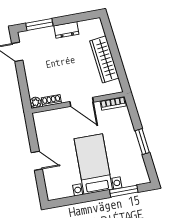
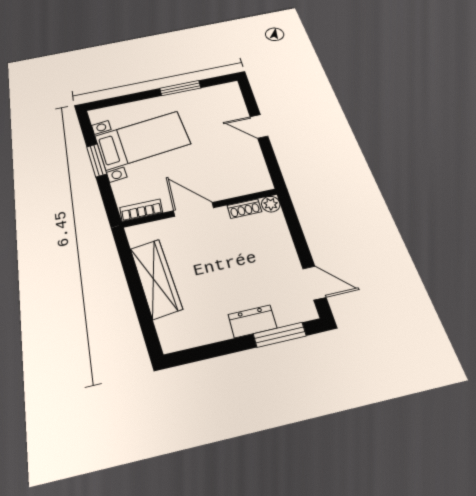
dresser: (66, 30) -> (252, 321), moved
bed with nightstands: (93, 164) -> (142, 140), moved, turned -97
window: (124, 191) -> (180, 88), moved

